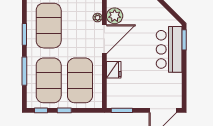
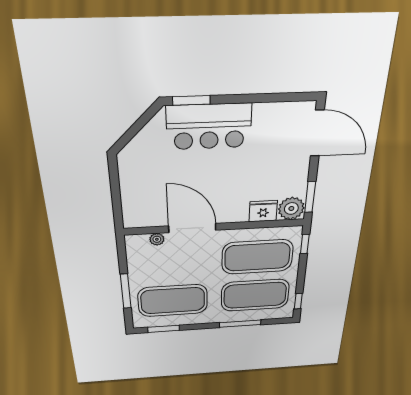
plant: (115, 16) -> (291, 208), moved
window: (24, 34) -> (164, 329), moved
fridge: (114, 70) -> (263, 211), moved
window: (64, 110) -> (305, 244), moved

